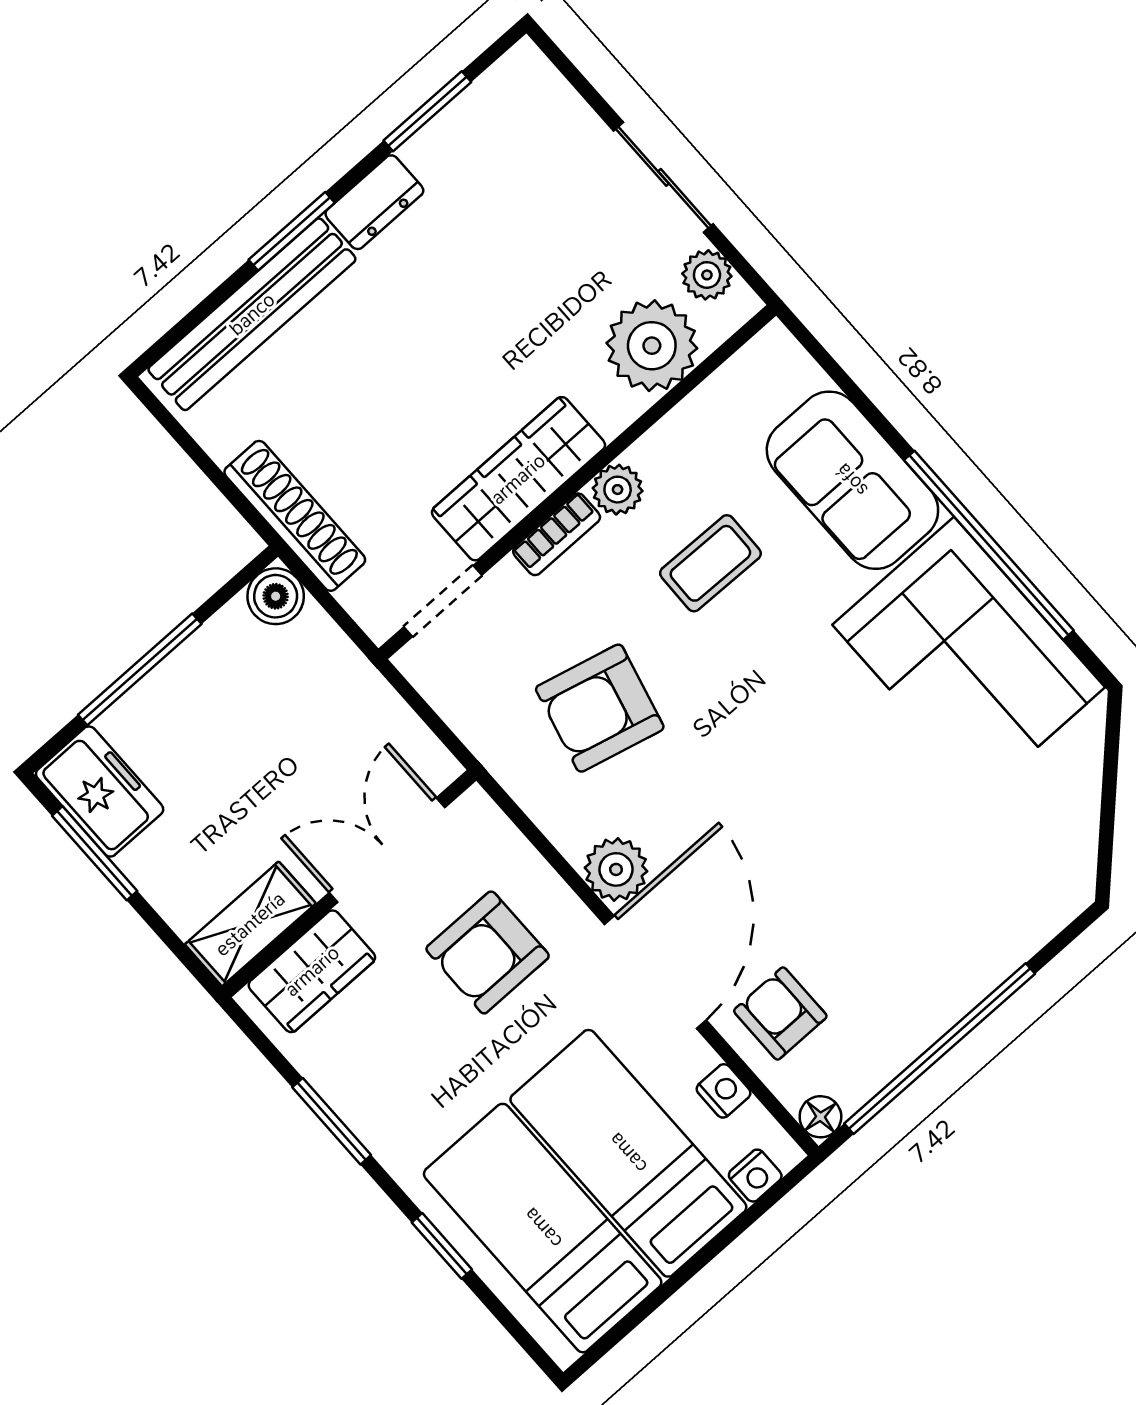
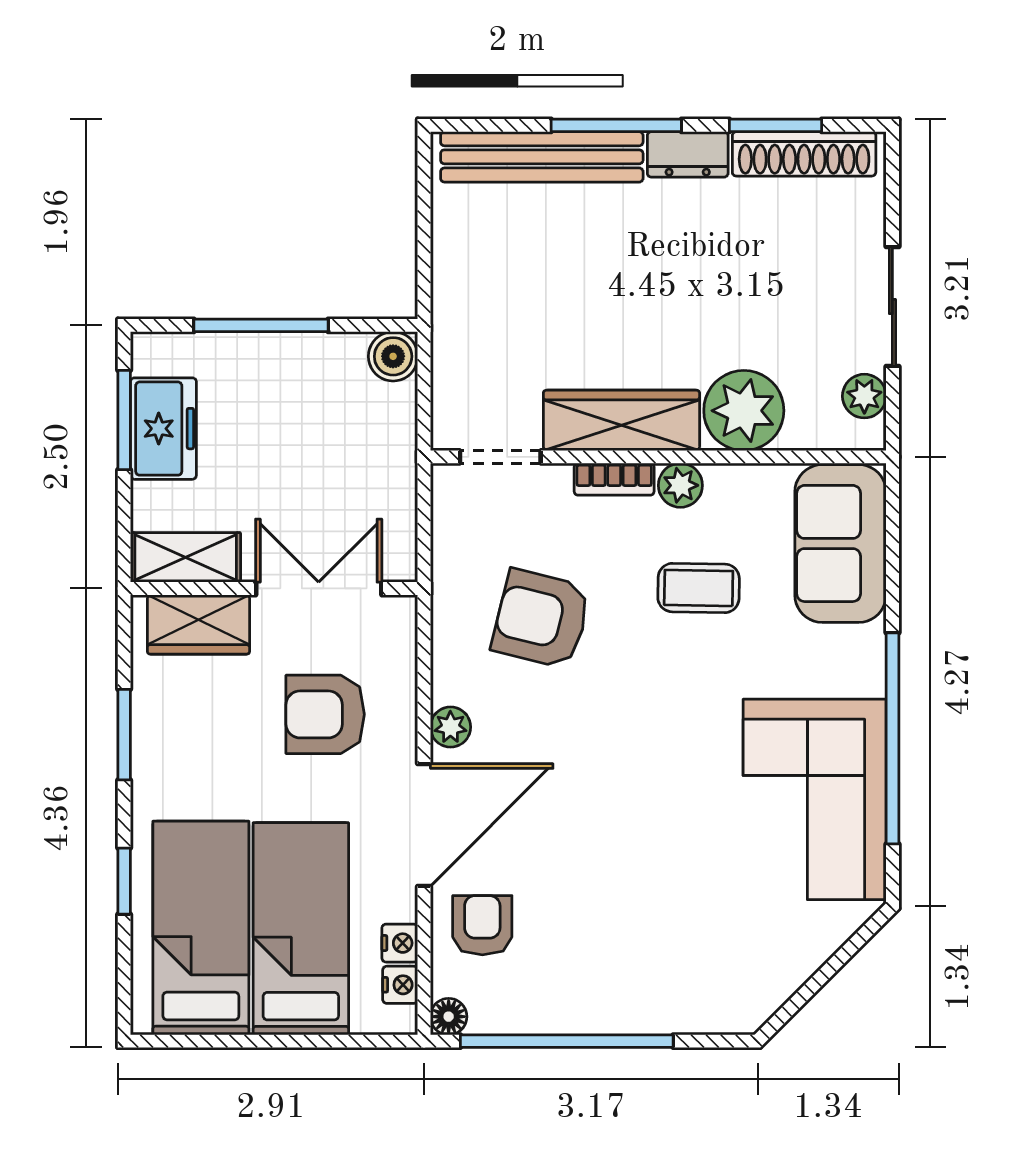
window: (292, 231) -> (616, 125), width x1.44
plant: (652, 346) -> (744, 411), moved
sofa: (852, 480) -> (841, 543), moved
shoe rack: (295, 516) -> (804, 154), moved, turned 90
freezer: (100, 792) -> (163, 429), moved
plant: (616, 869) -> (450, 727), width x0.73, depth x0.73
nightstand: (755, 1176) -> (400, 985), moved, turned -90

